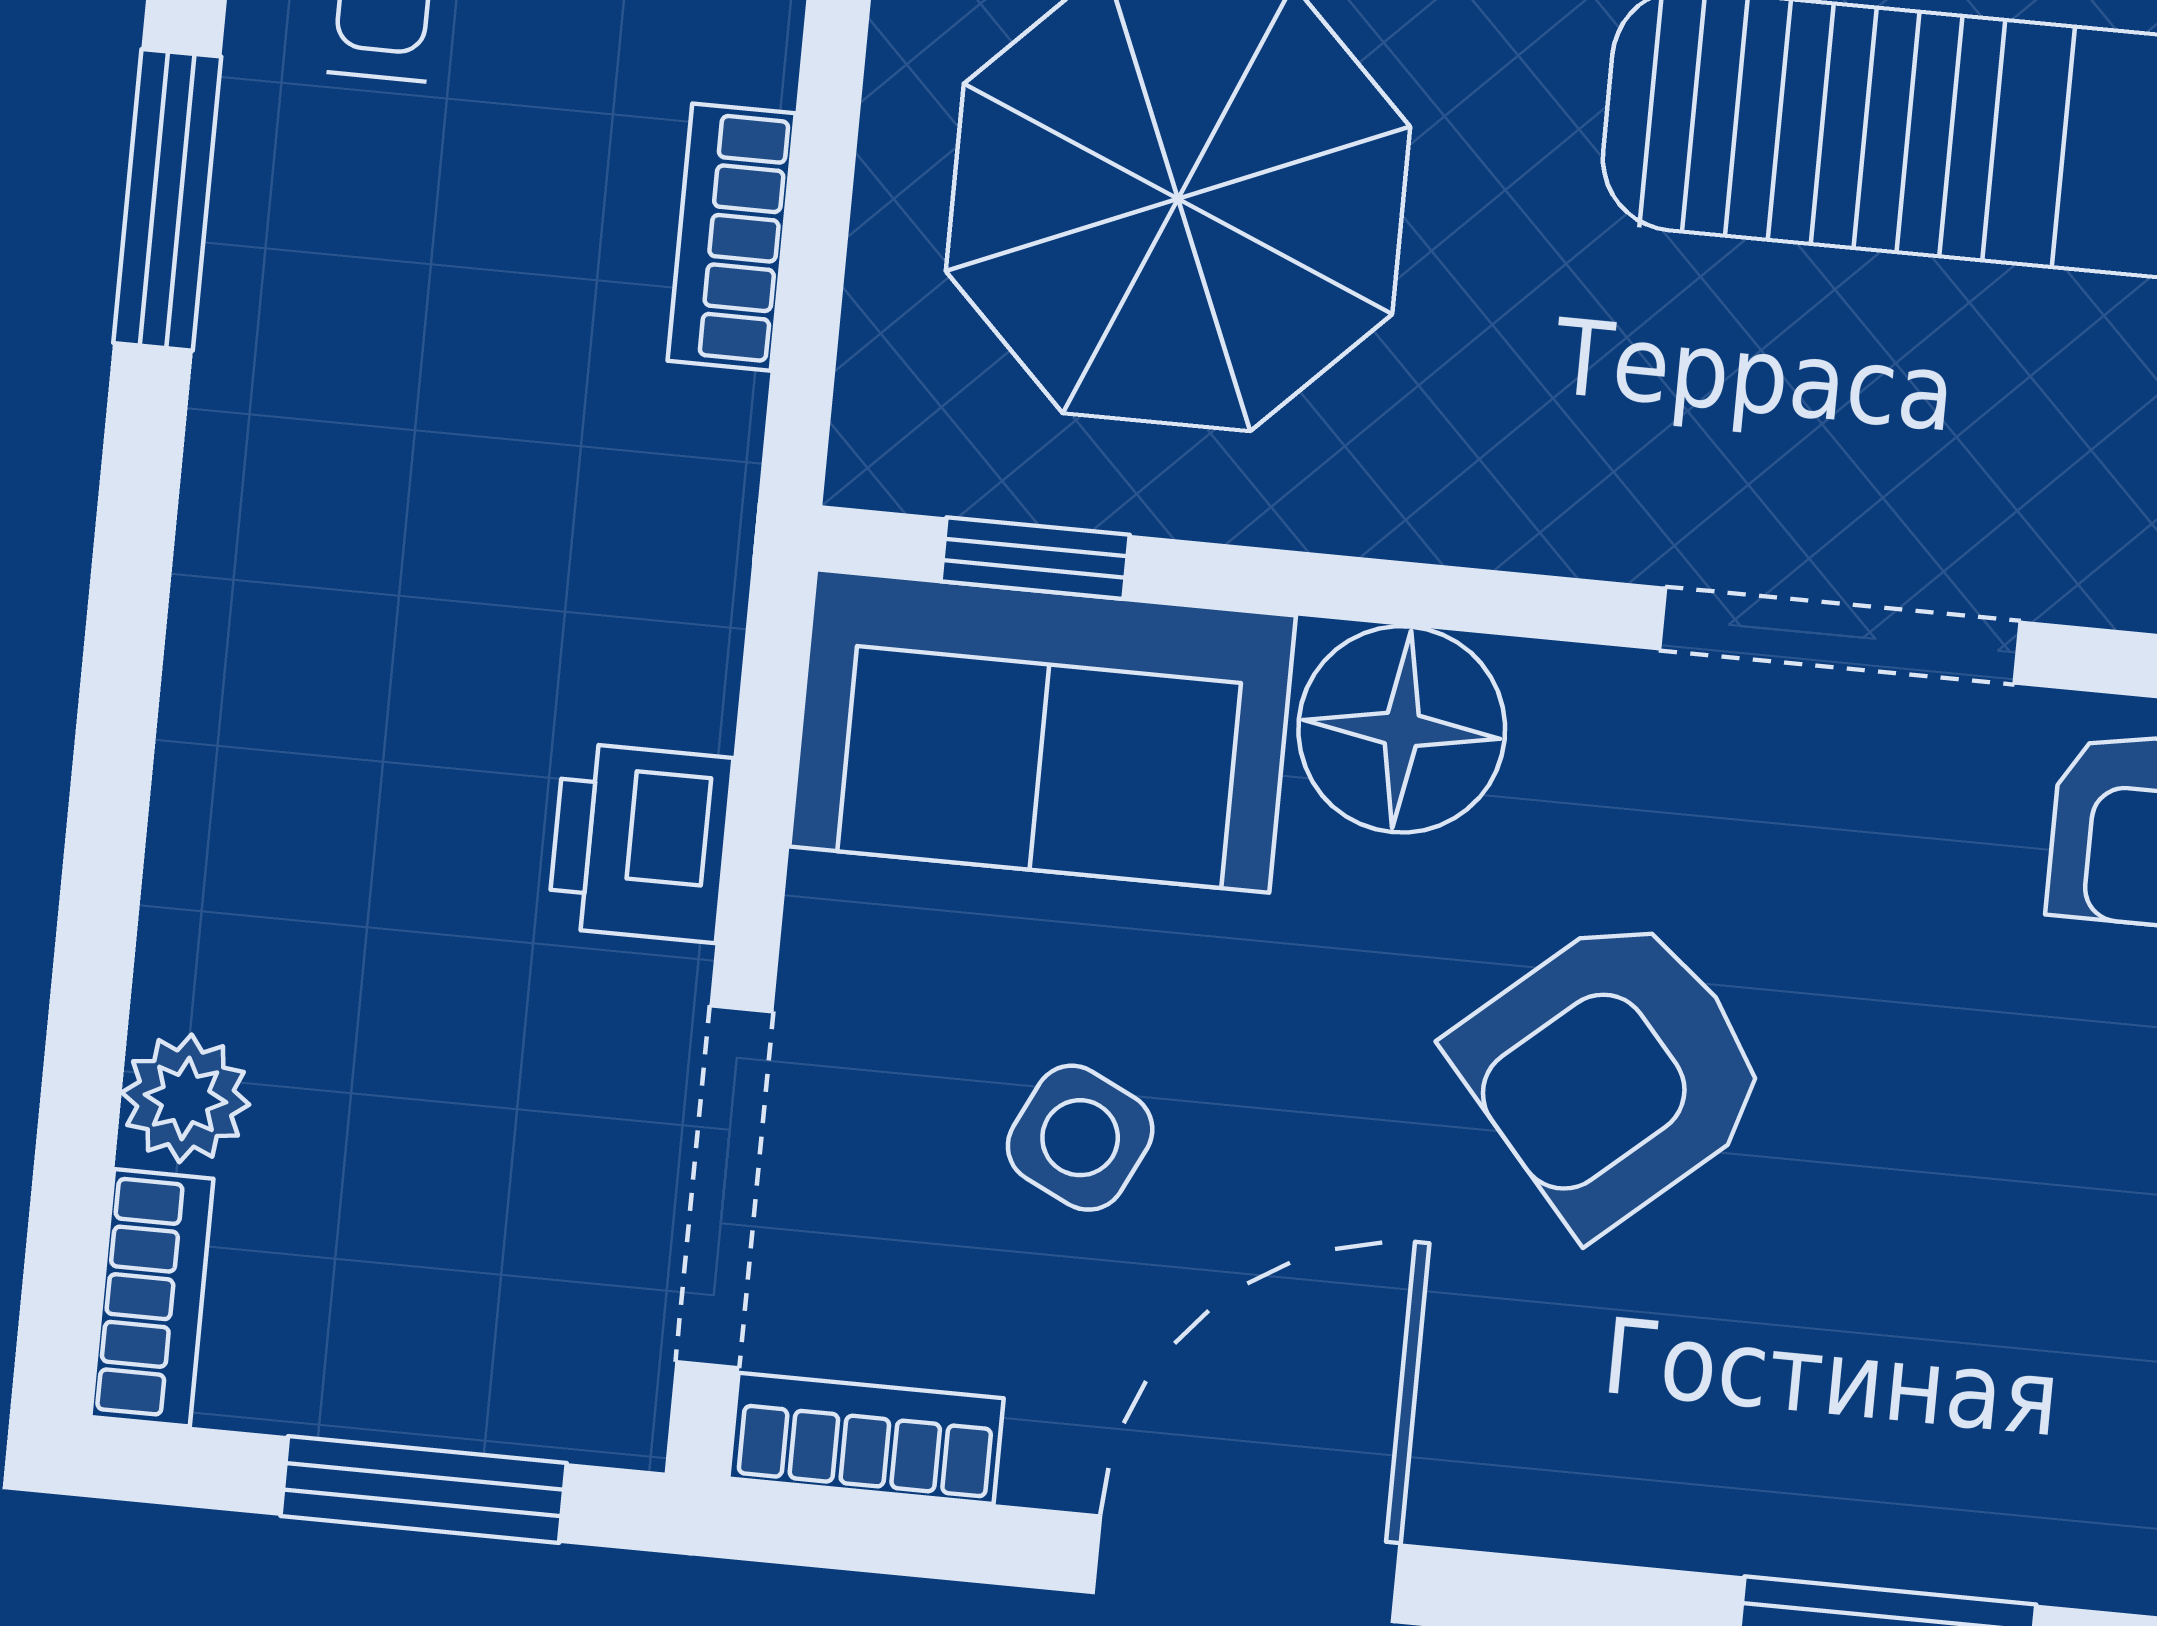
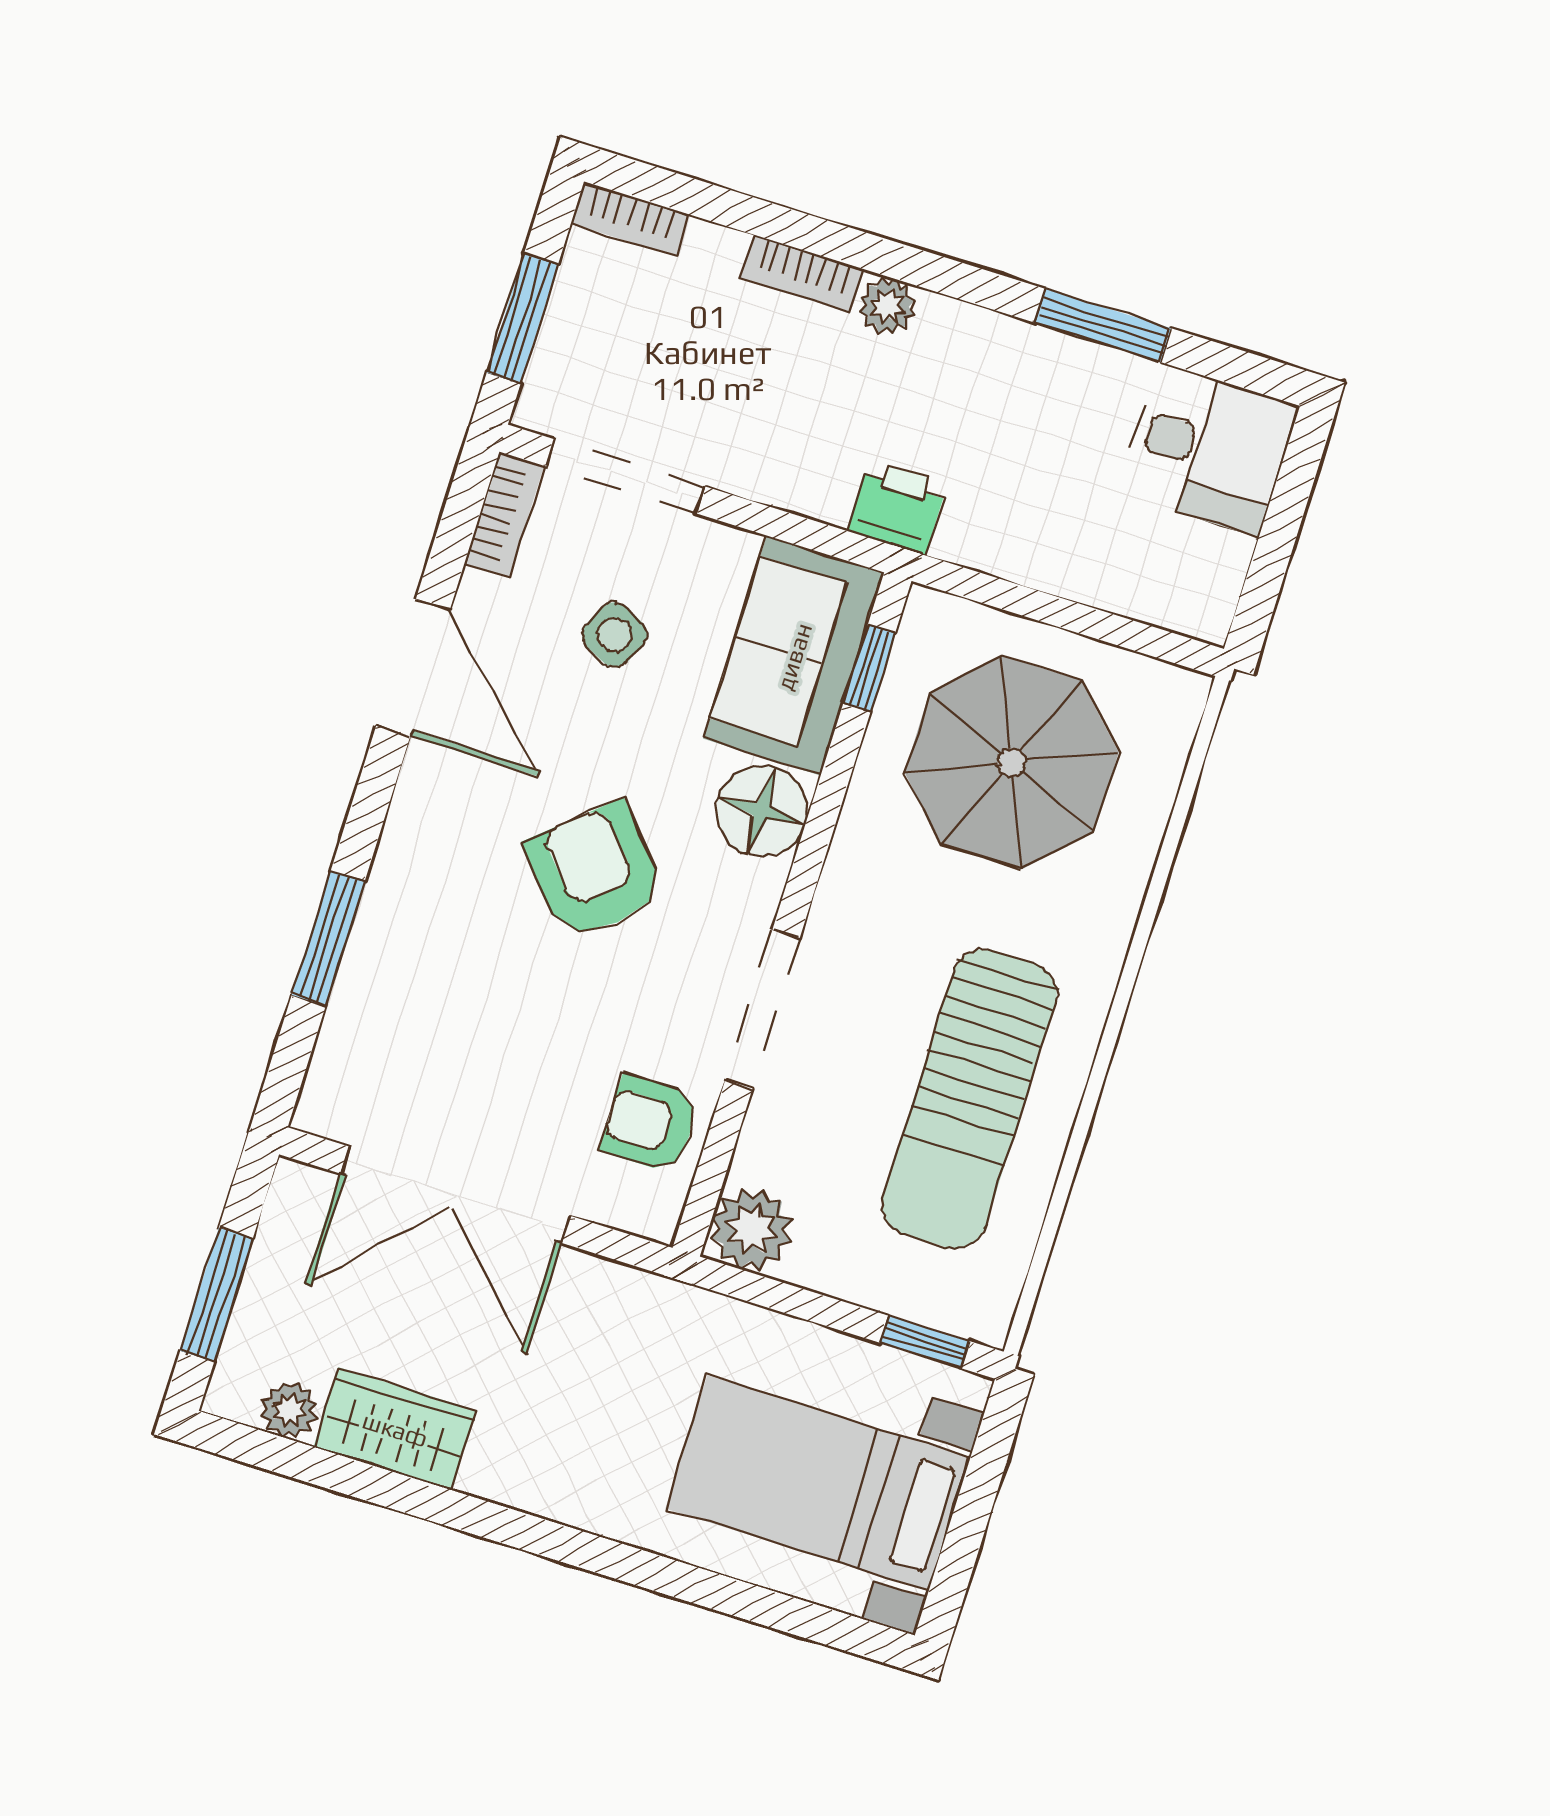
bookcase: (732, 237) -> (802, 274), moved, turned 180
printer: (640, 842) -> (897, 507), moved
plant: (185, 1098) -> (887, 306), moved

